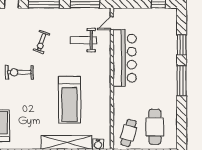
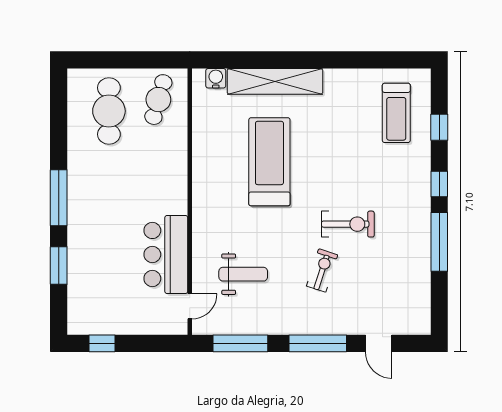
bar counter: (125, 58) -> (166, 254), width x0.73
exercise bike: (19, 72) -> (348, 224), moved

